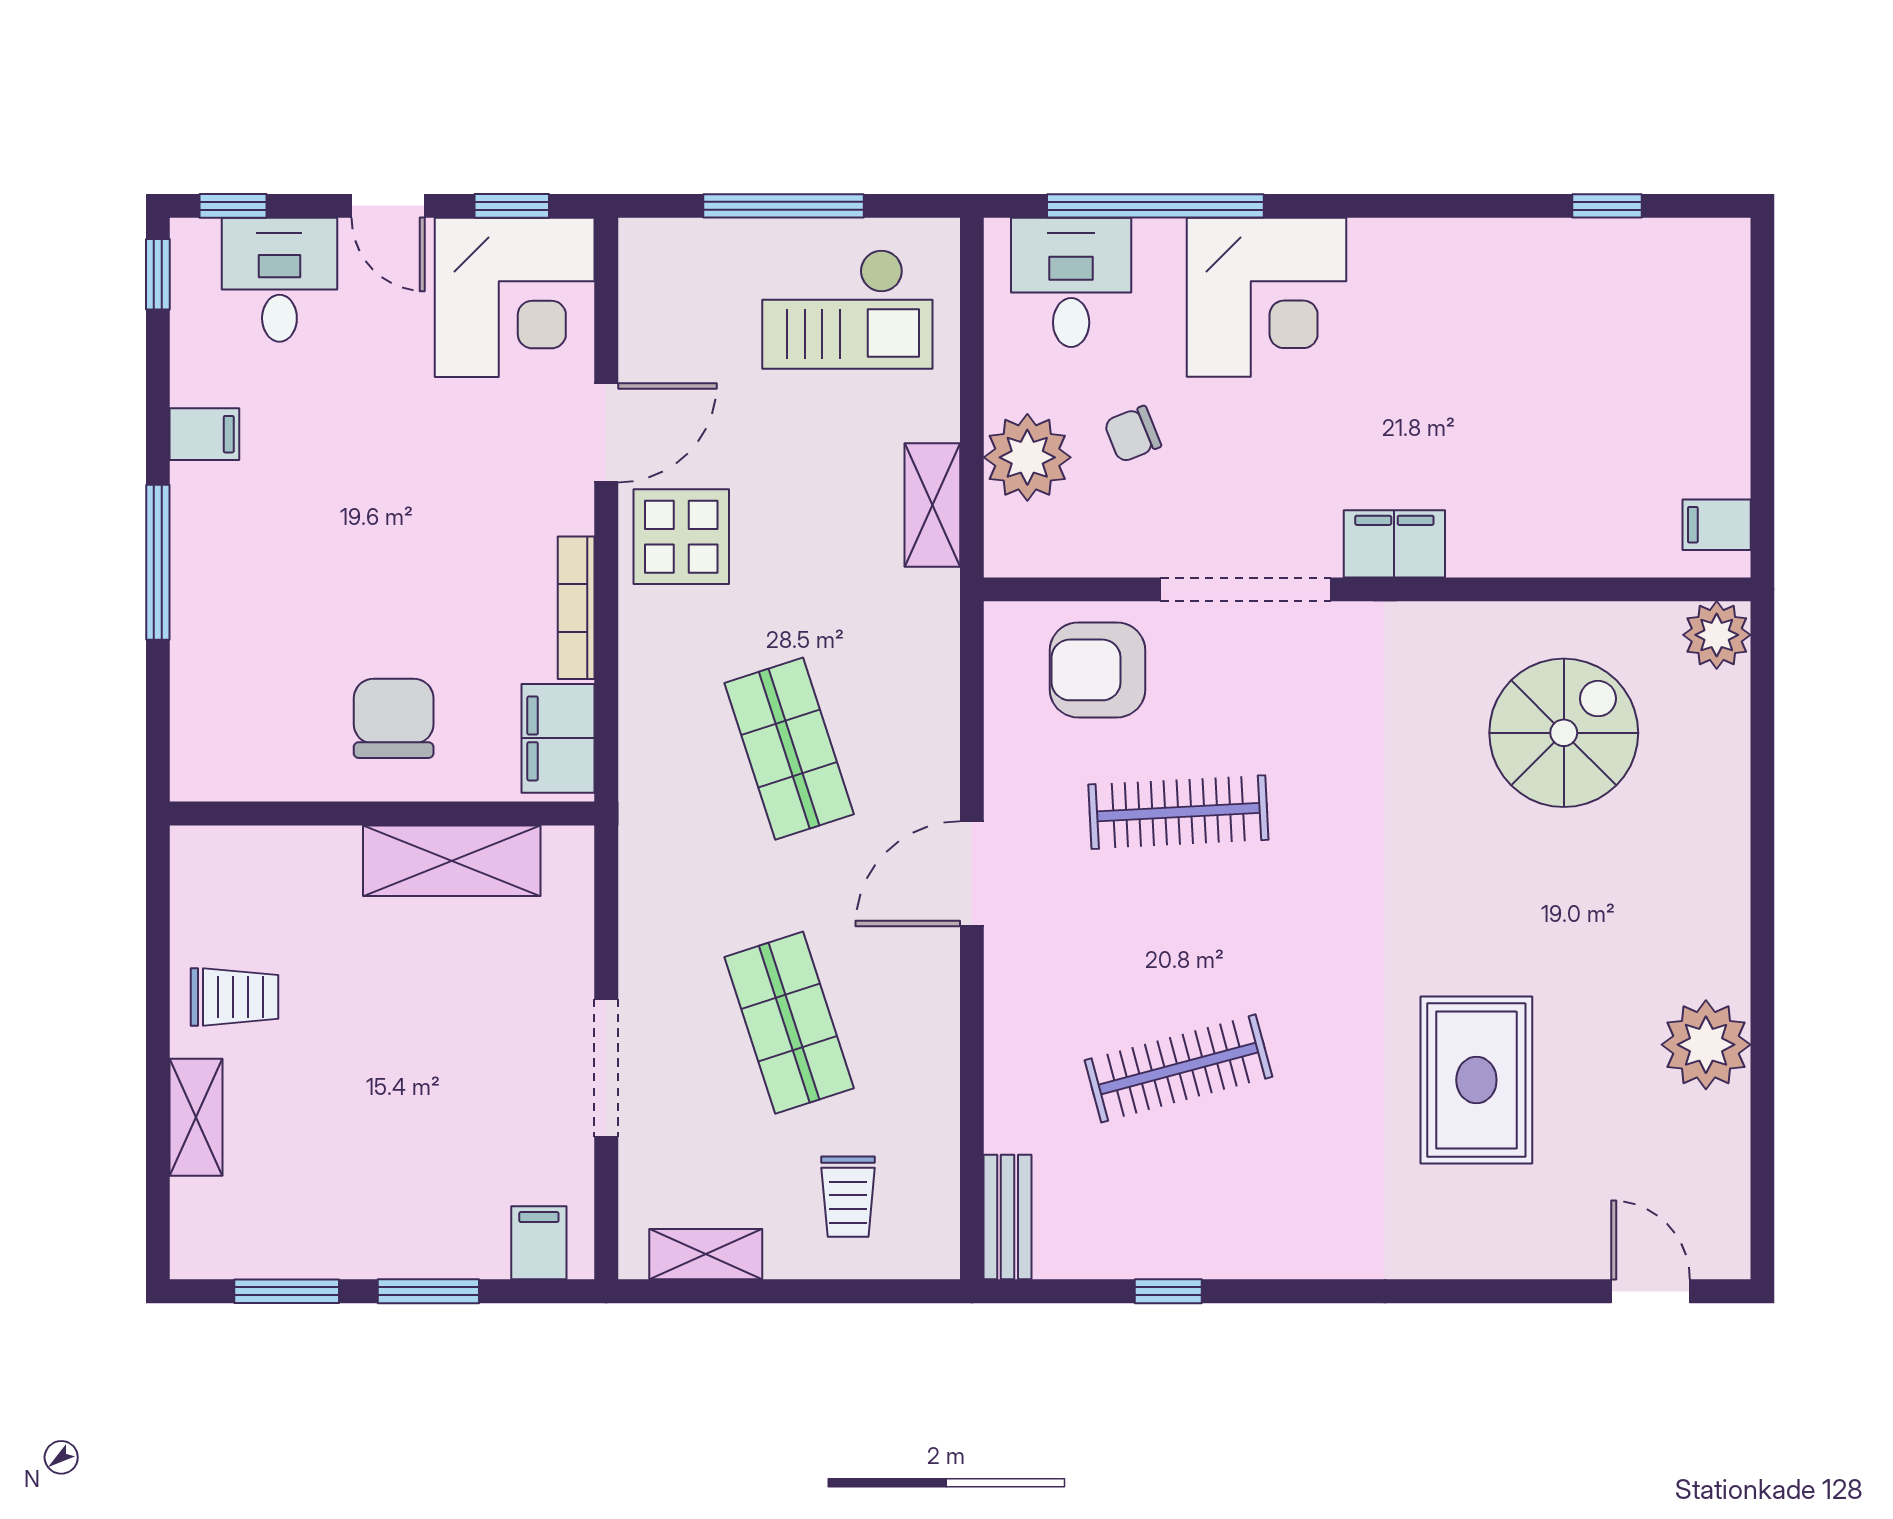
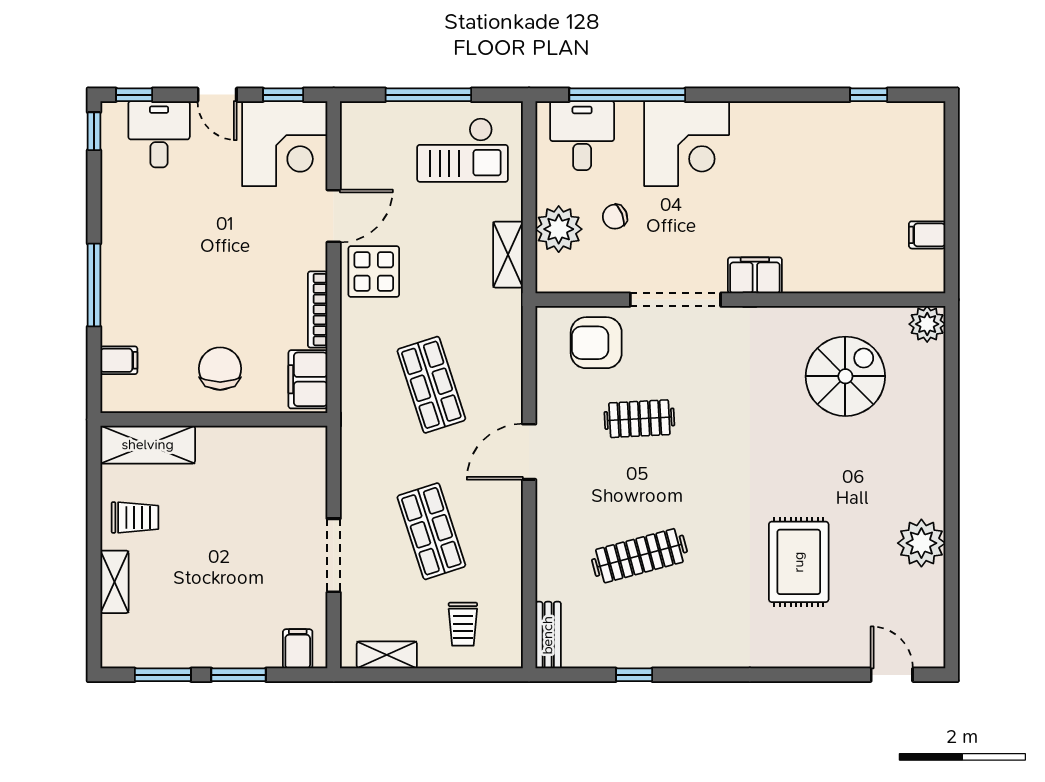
filing cabinet: (204, 434) -> (119, 360), moved
filing cabinet: (1717, 525) -> (927, 235), moved
clothes rail: (1178, 812) -> (639, 419), width x0.73
shelving: (452, 861) -> (148, 445), moved

